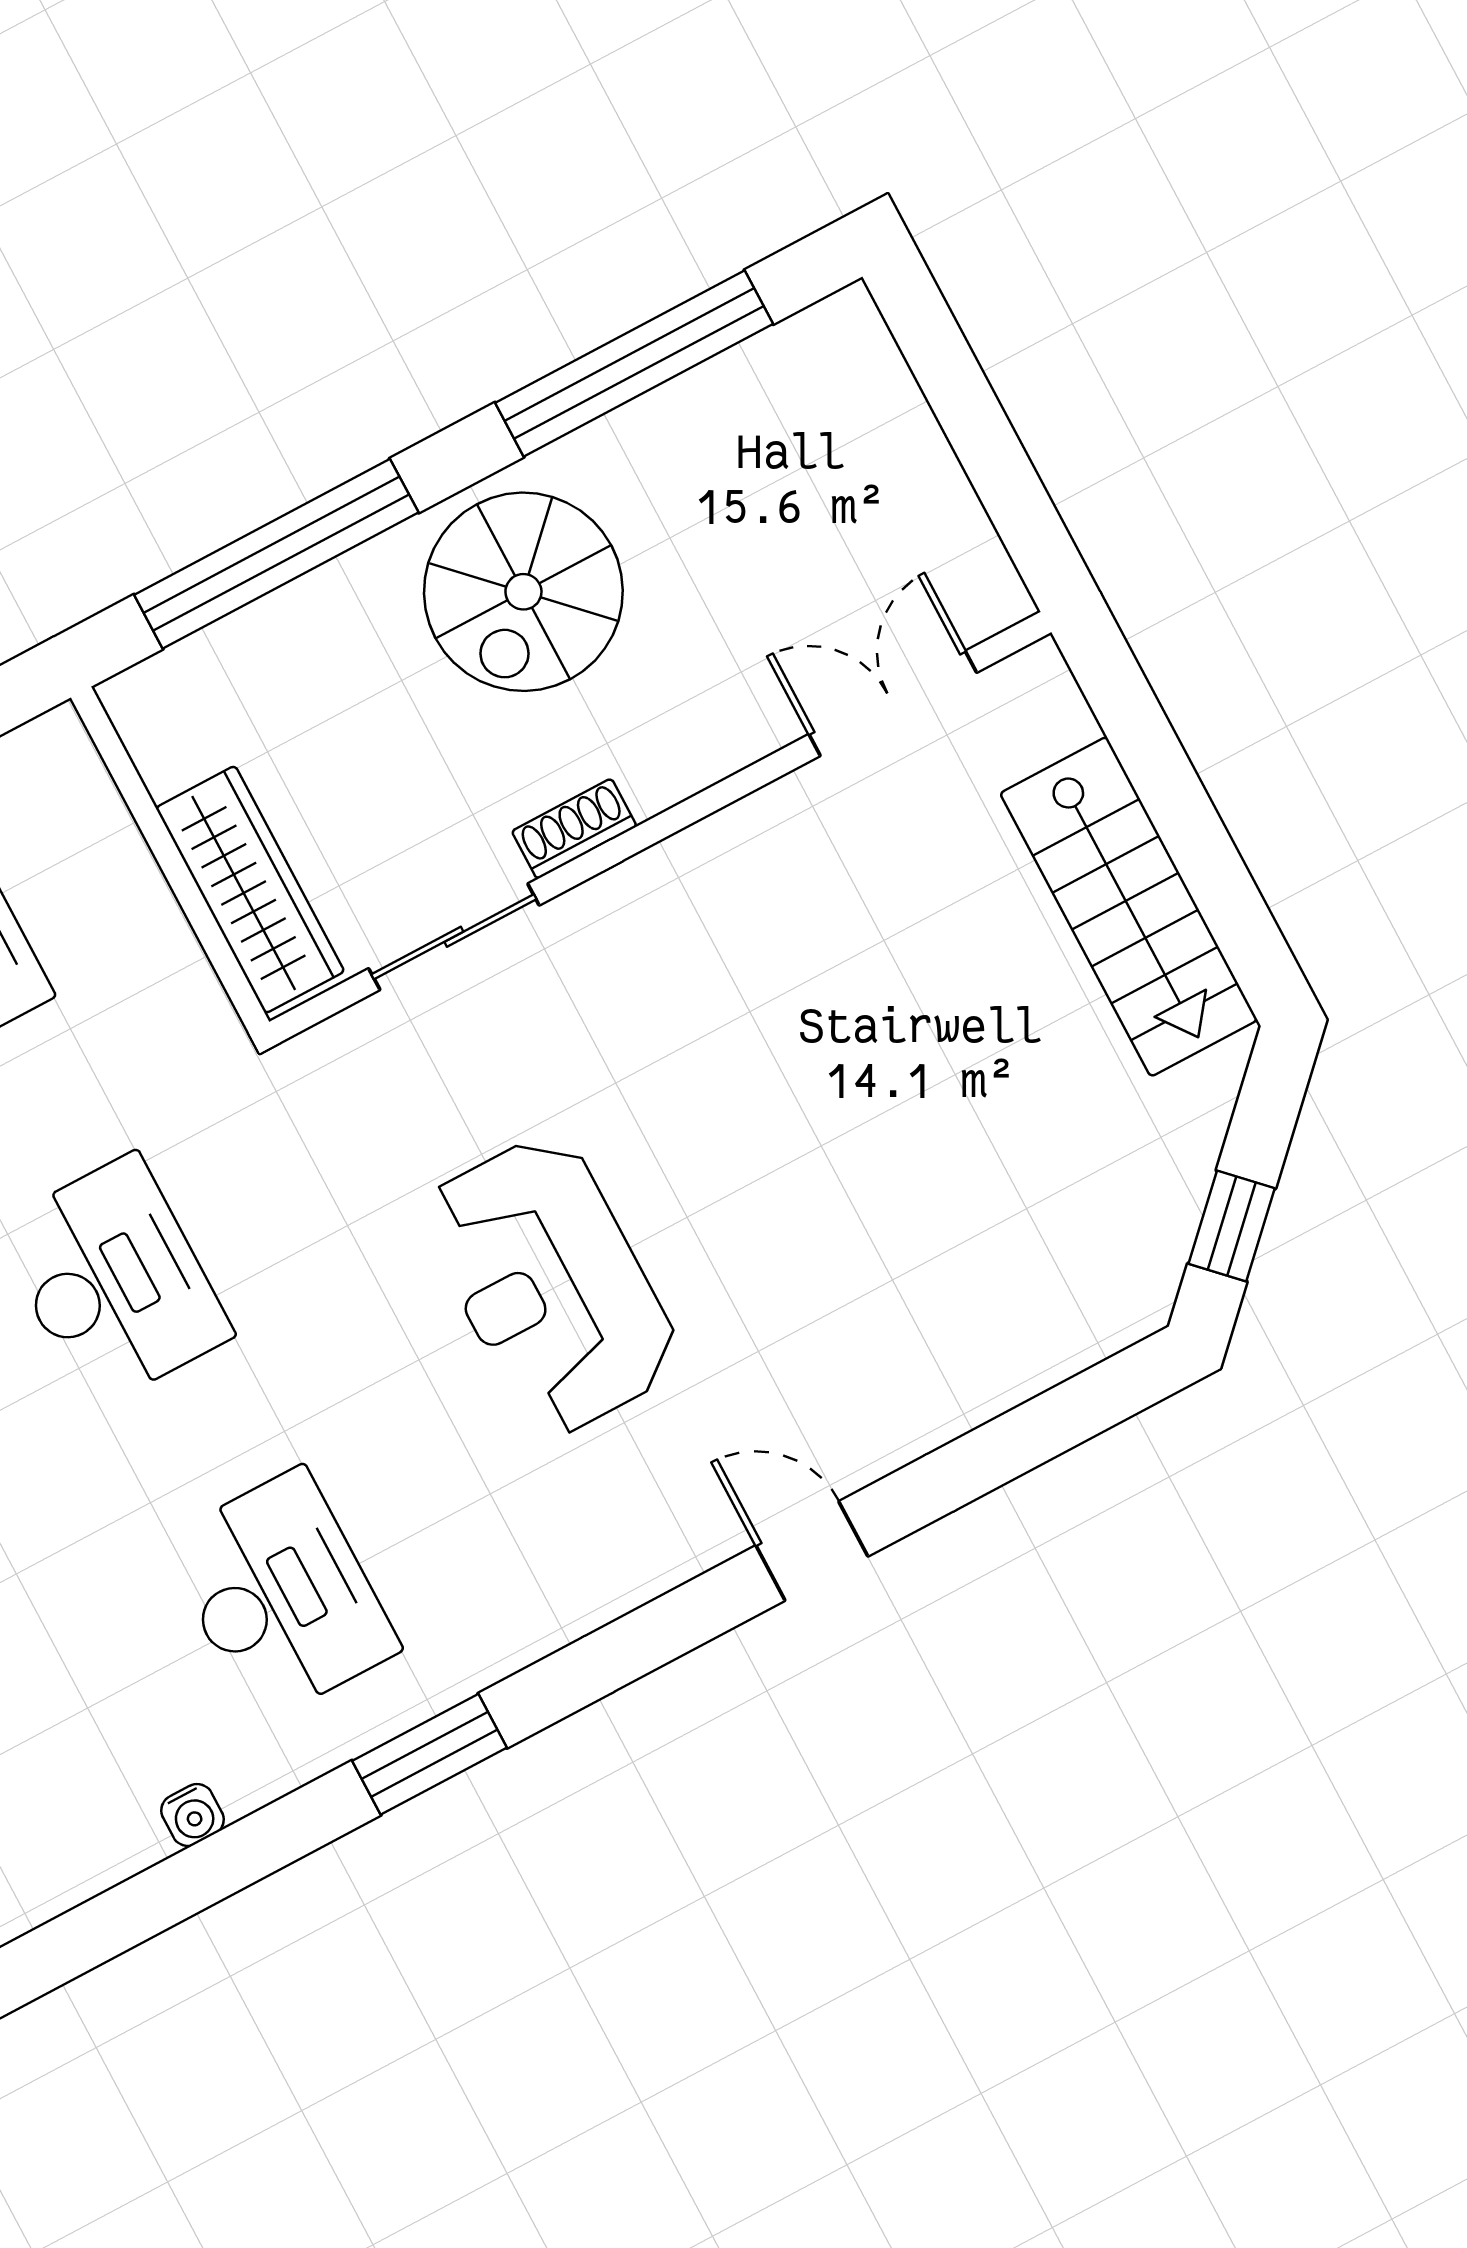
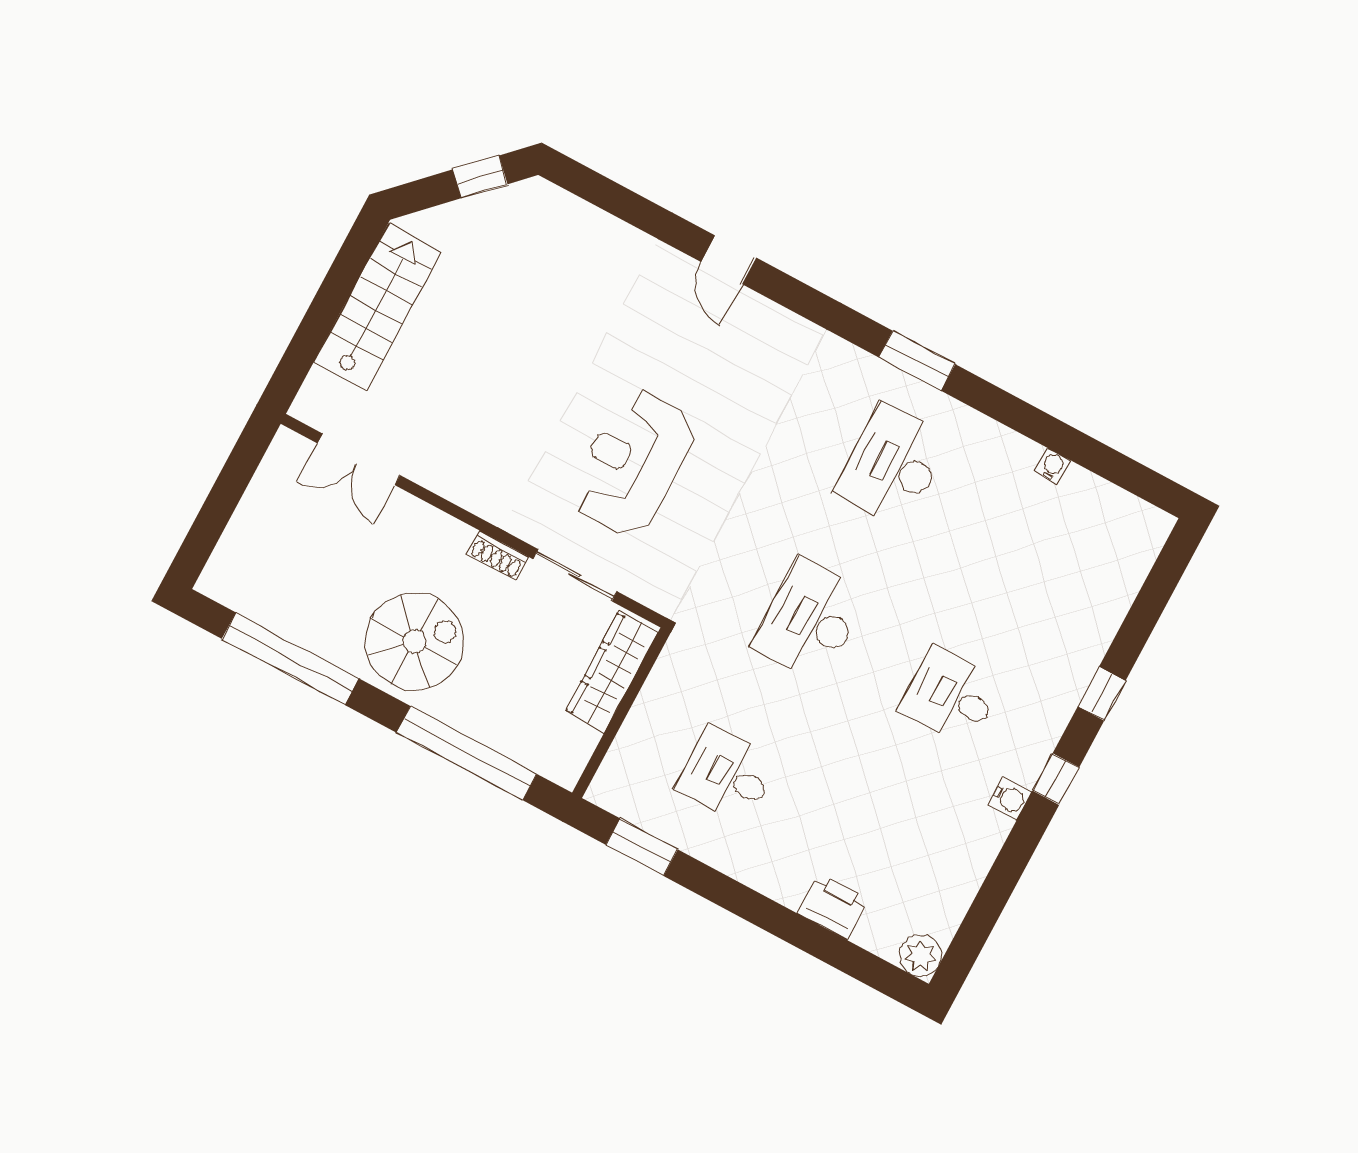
reception desk: (550, 1285) -> (633, 462), moved, turned 180
water cooler: (192, 1815) -> (1053, 466), moved

